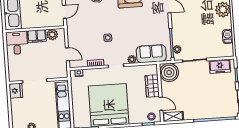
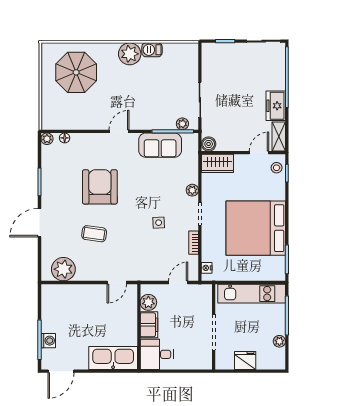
door: (64, 12) -> (117, 283), swing flipped
barbecue: (228, 36) -> (152, 50), moved
sofa: (151, 54) -> (160, 145), moved, turned -90
freezer: (220, 66) -> (276, 106), moved, turned 180
boiler: (169, 72) -> (209, 144), width x0.54, depth x0.54
wardrobe: (152, 86) -> (217, 163), moved
fridge: (16, 91) -> (245, 360), moved

